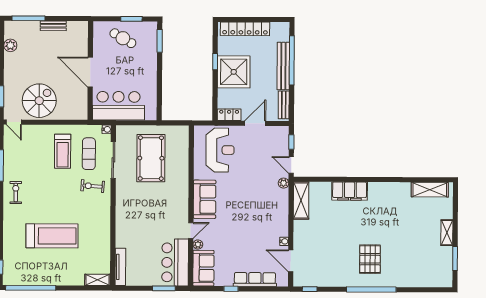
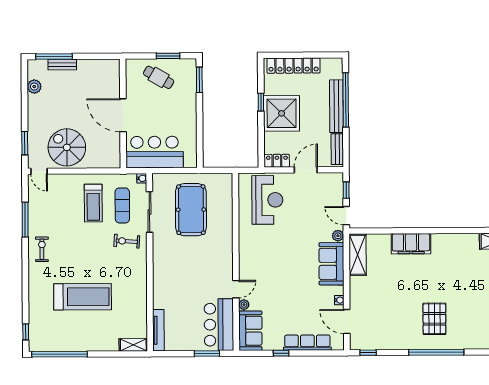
bench: (53, 26) -> (62, 65), moved
spiral stairs: (39, 101) -> (67, 147), turned -90
sofa: (205, 199) -> (331, 264), moved, turned 180

